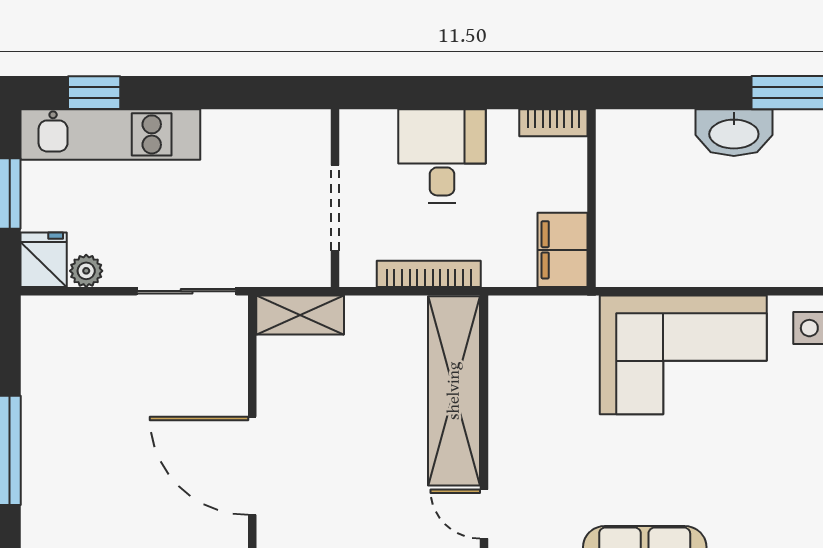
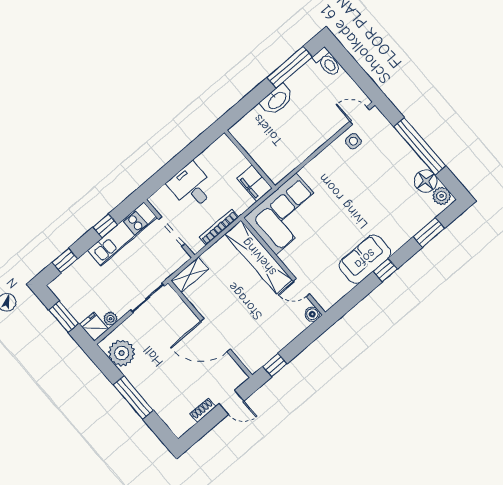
window: (223, 93) -> (105, 226), added
bookcase: (553, 123) -> (217, 146), removed
kitchen unit: (110, 134) -> (122, 234), moved
plant: (53, 351) -> (122, 353), added
corner sofa: (683, 355) -> (286, 214), moved

